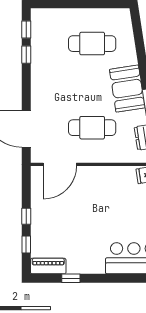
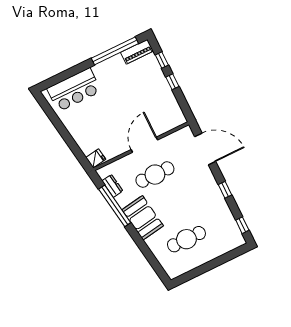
window: (26, 55) -> (225, 190), moved
door: (60, 164) -> (144, 145), moved
window: (71, 278) -> (115, 51), width x3.17

